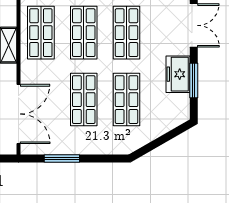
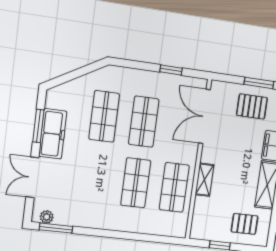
shop shelf: (127, 33) -> (96, 178), removed
freezer: (178, 74) -> (53, 134), width x1.40
window: (62, 159) -> (171, 70), width x0.67

